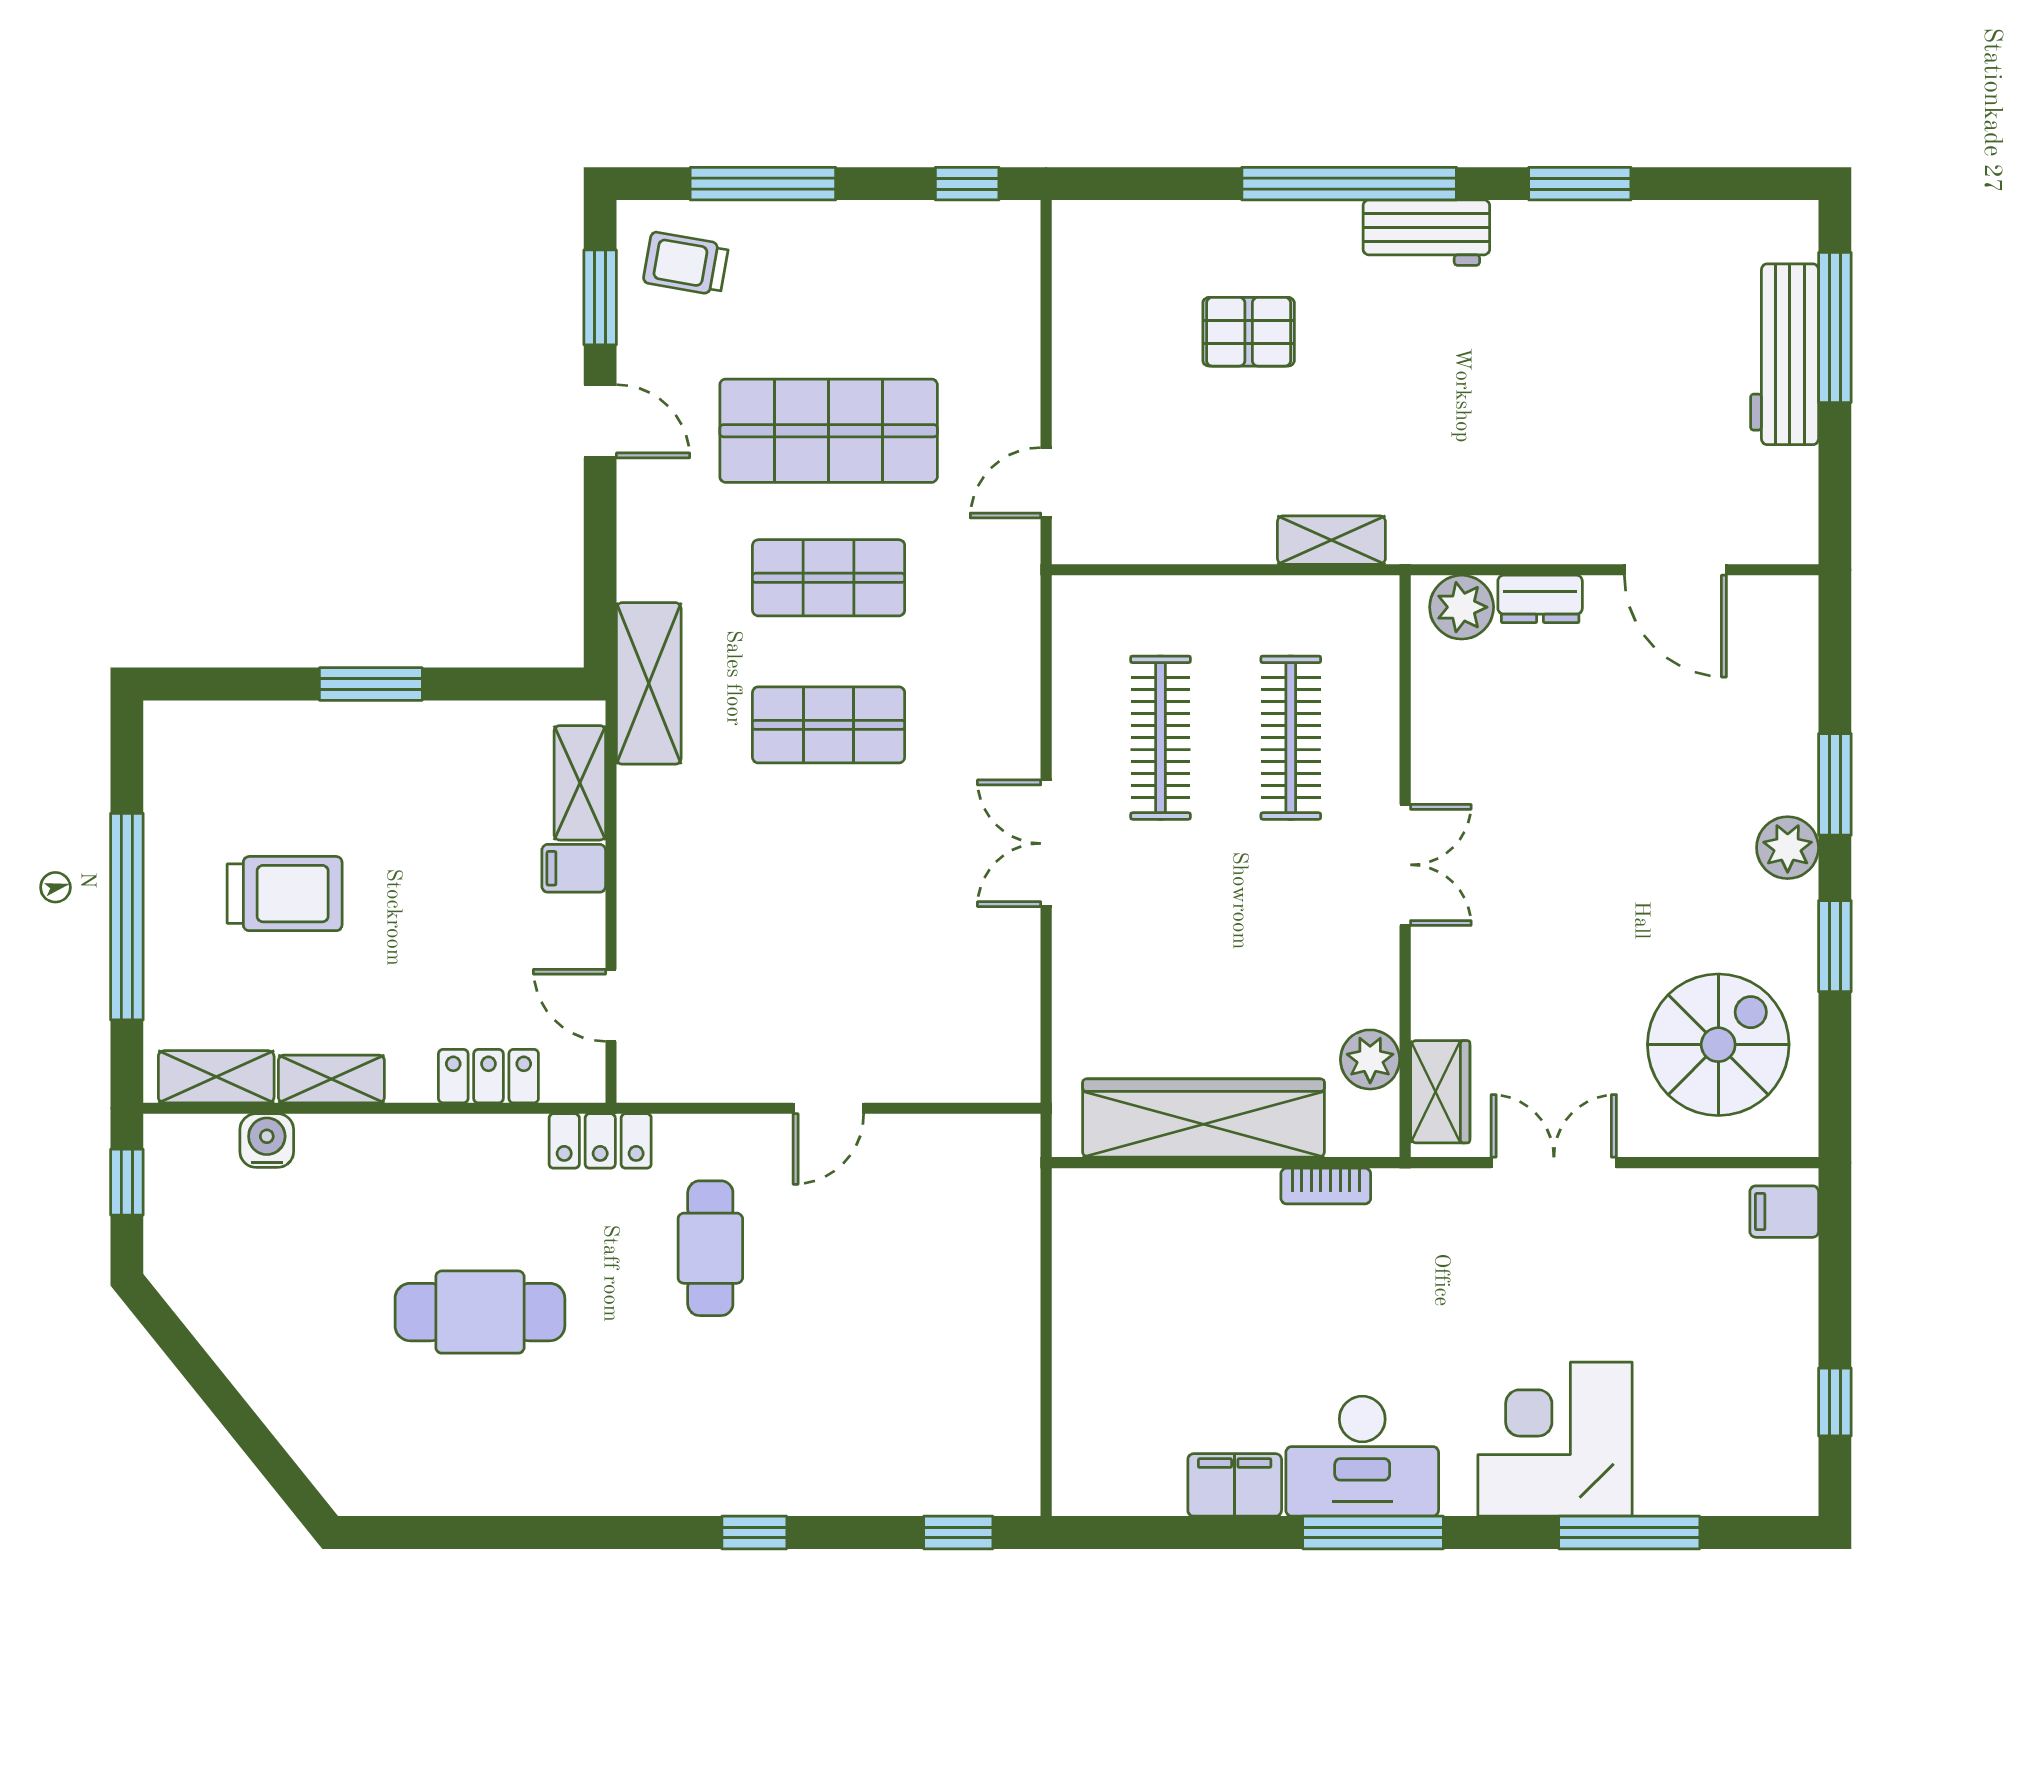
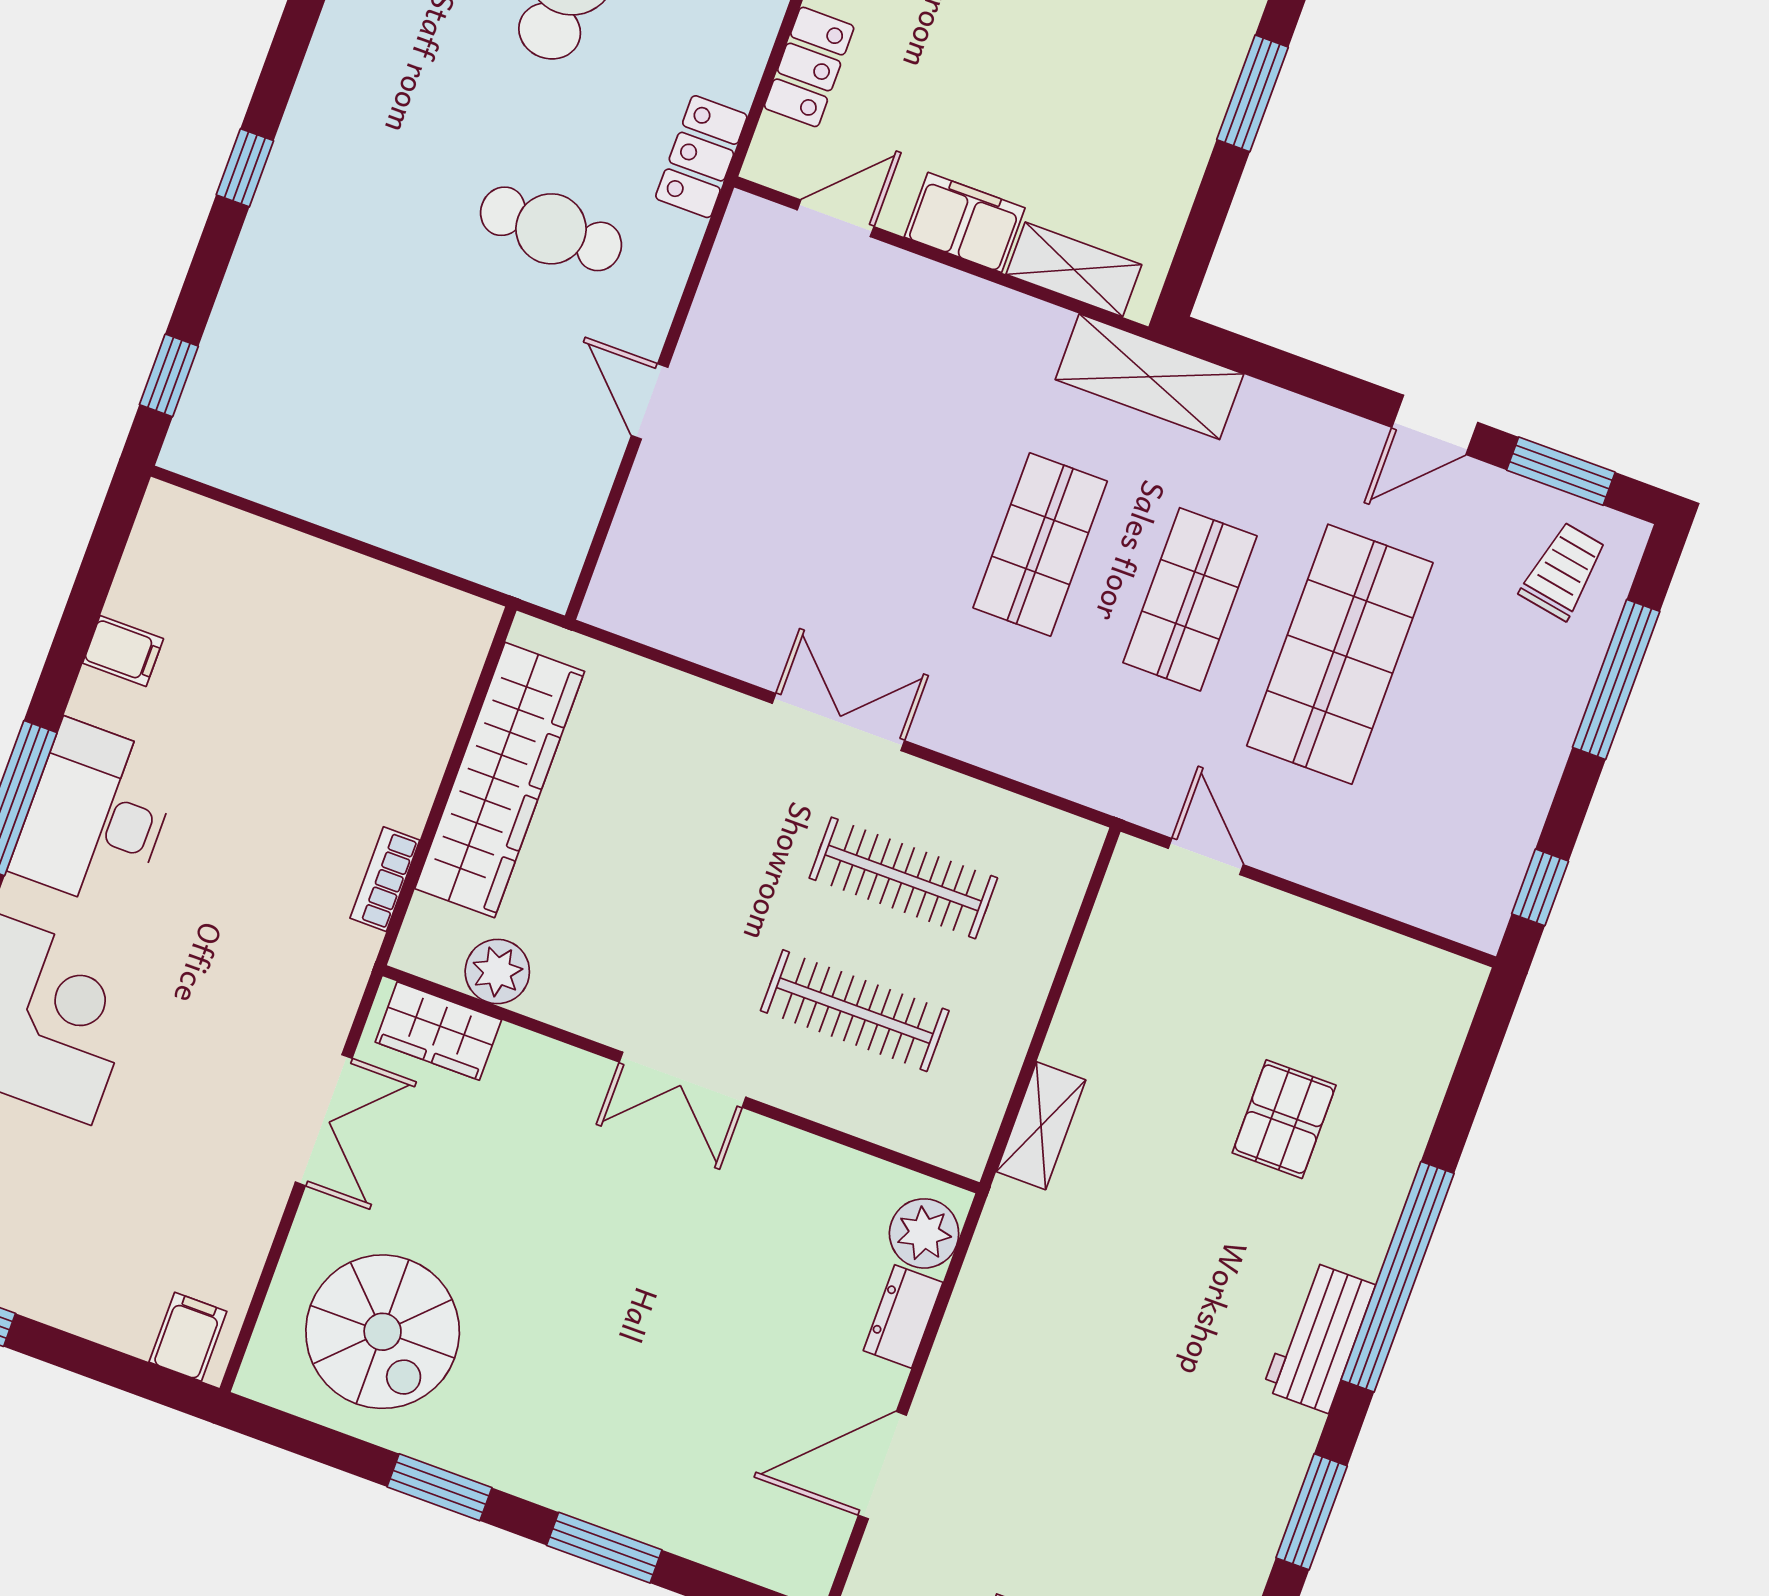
plant: (1788, 848) -> (557, 1476), removed
filing cabinet: (574, 868) -> (965, 222), width x2.00
filing cabinet: (1235, 1485) -> (123, 651), width x0.50

